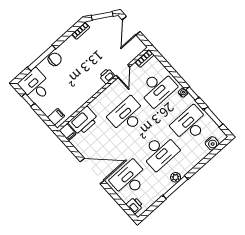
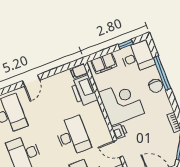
corner desk: (82, 84) -> (121, 103), added
filing cabinet: (56, 117) -> (104, 63), width x2.00
door: (92, 171) -> (31, 80), width x0.53

